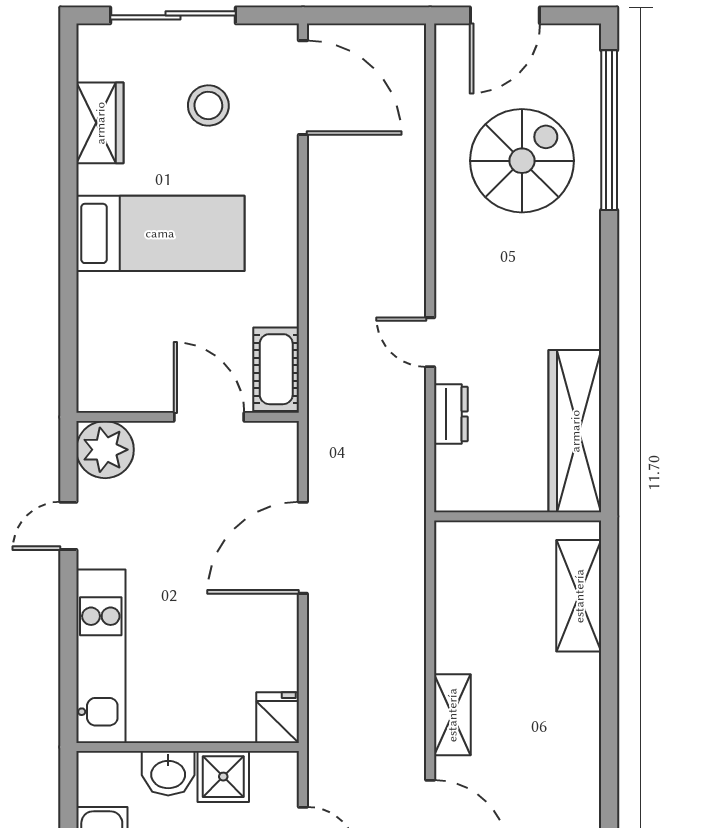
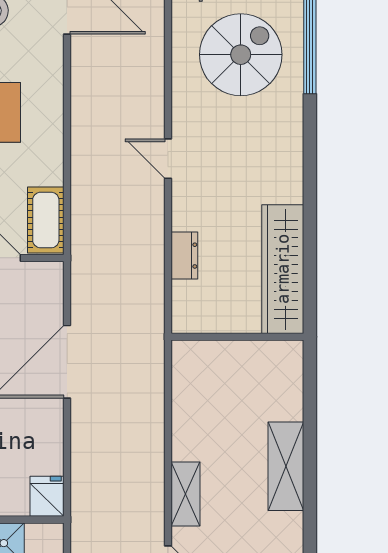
door: (430, 342) -> (168, 159), moved
shelving: (579, 596) -> (286, 466), moved

